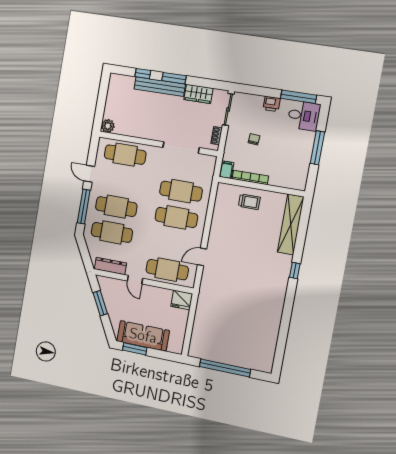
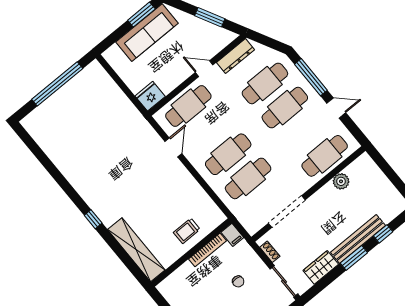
plant: (108, 126) -> (341, 181), moved

